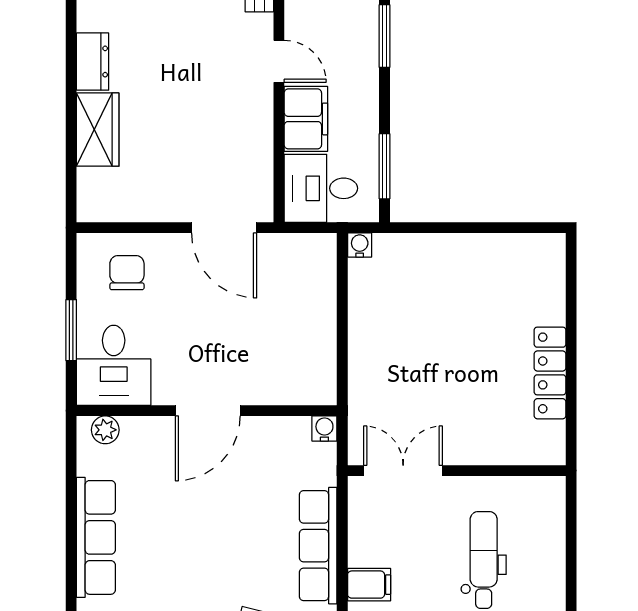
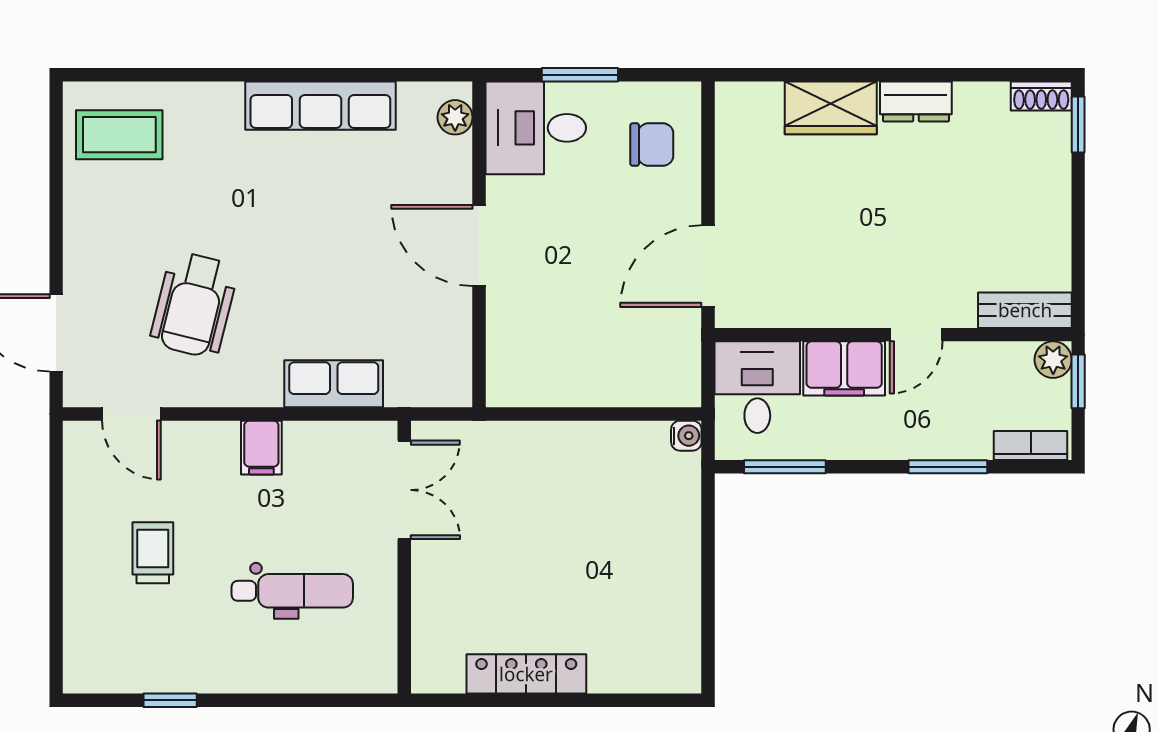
water cooler: (324, 429) -> (457, 392), removed
row of seats: (318, 546) -> (334, 384), width x0.68

